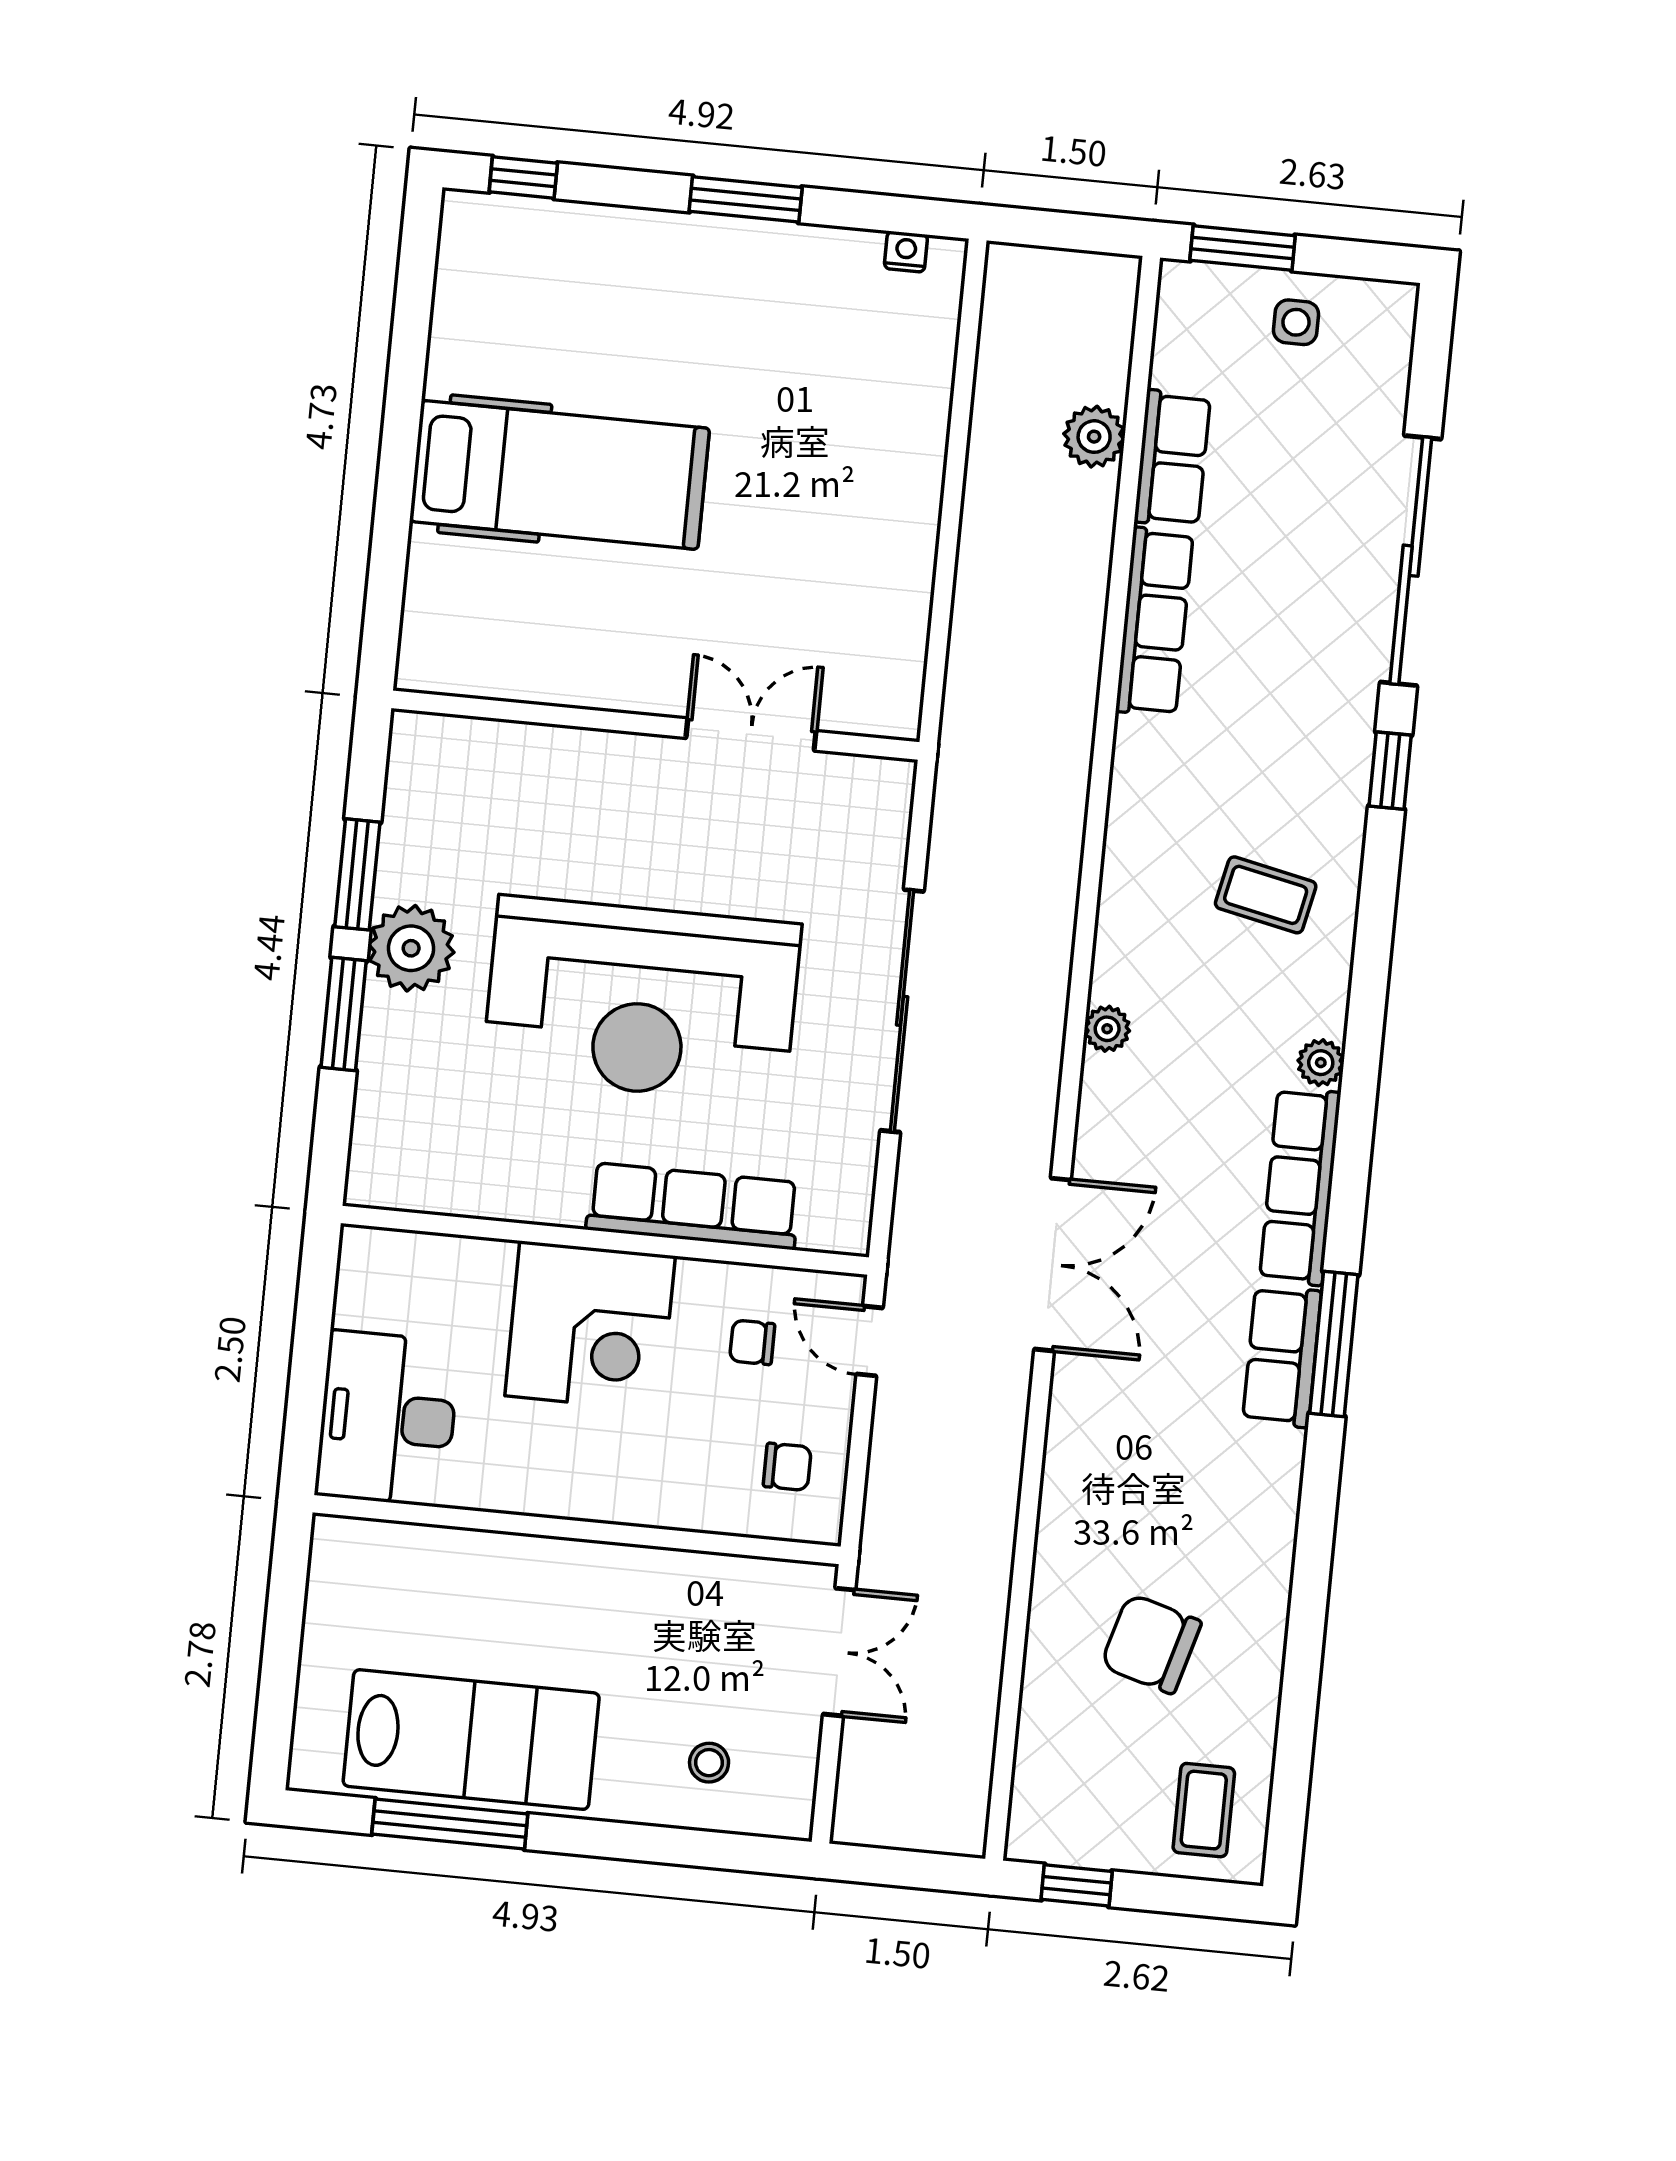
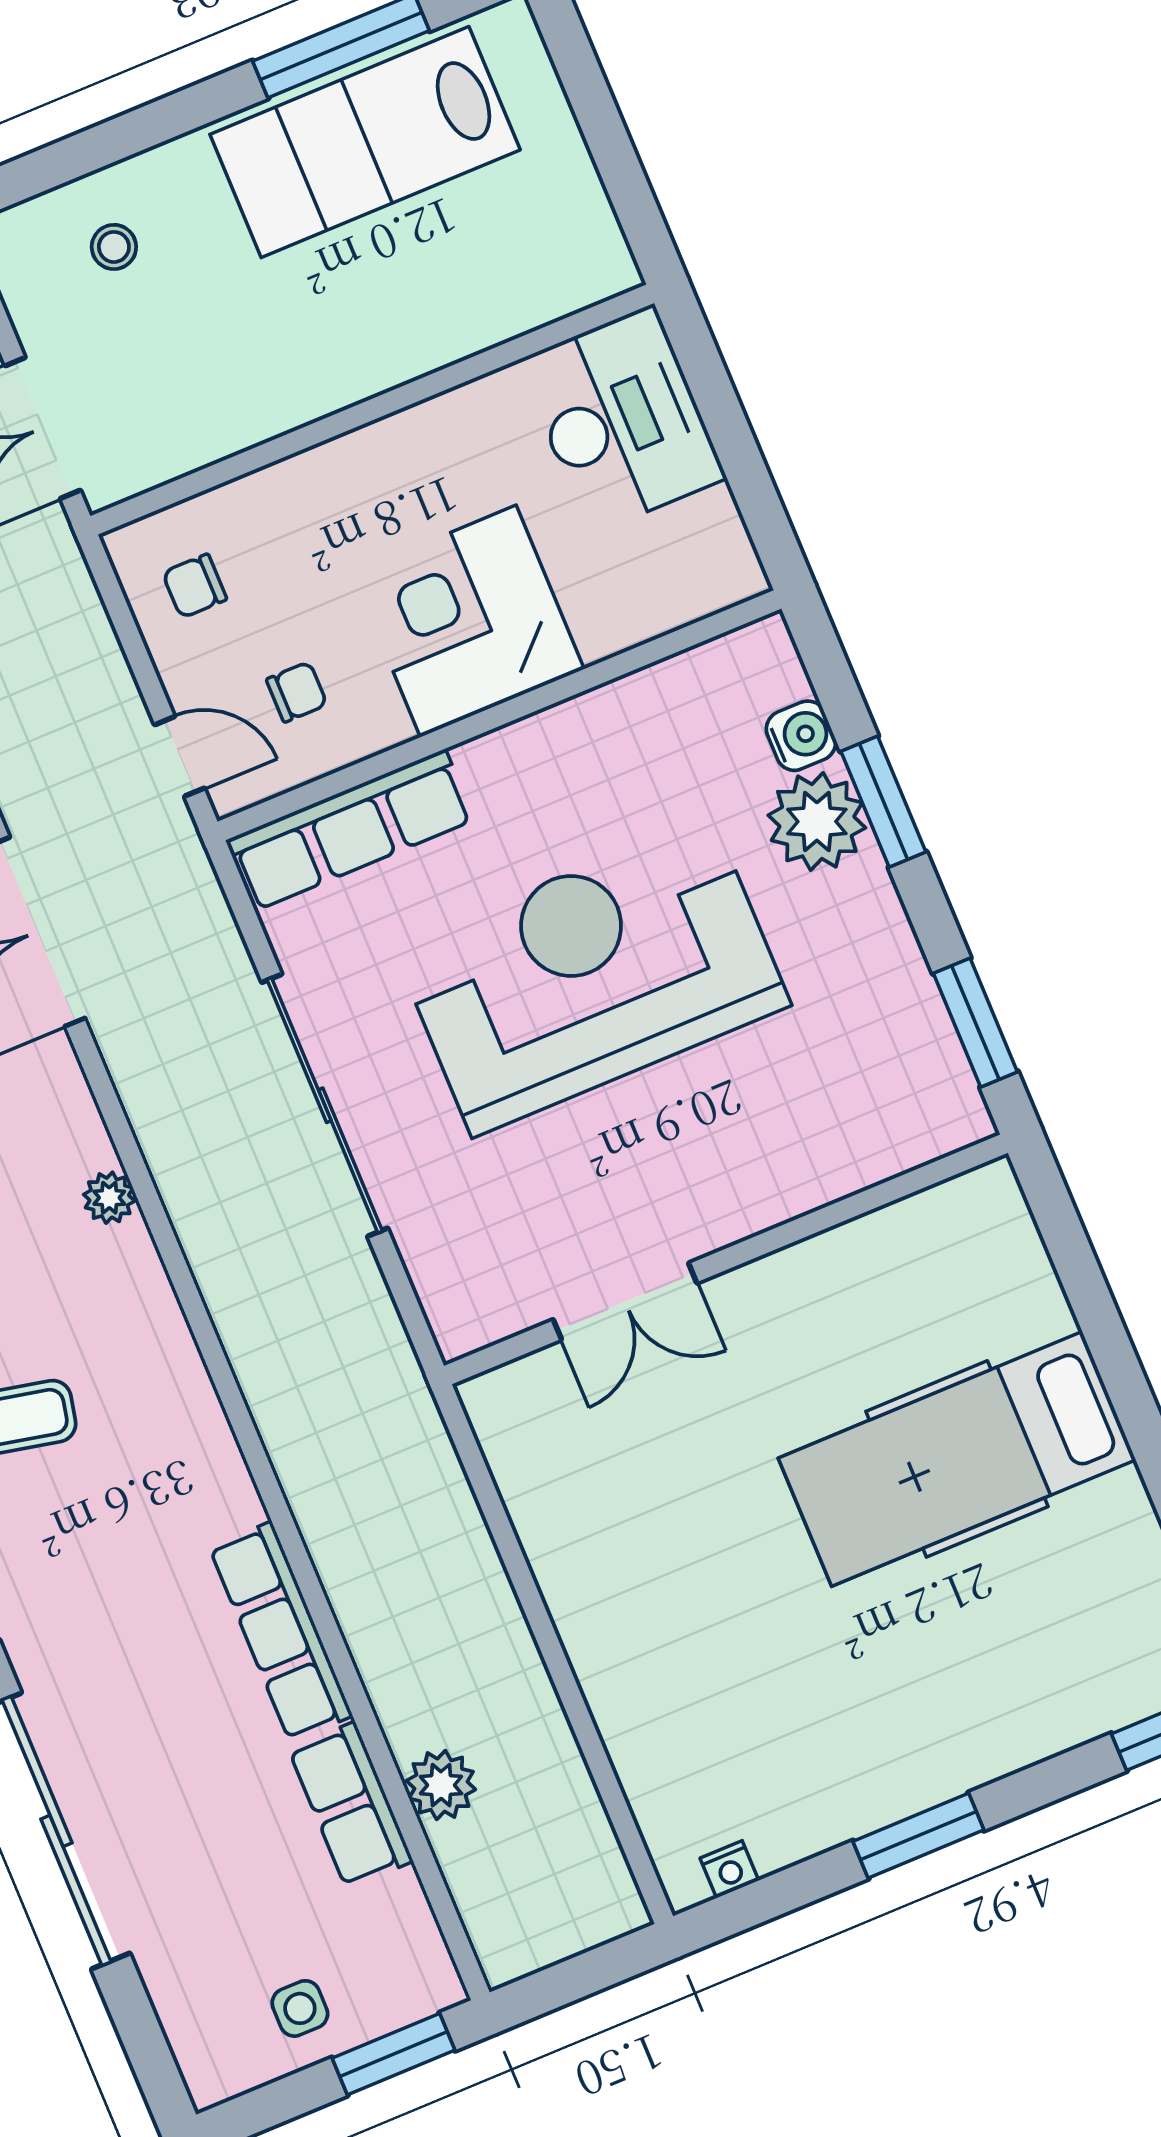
window: (357, 874) -> (975, 1023), moved
plant: (411, 948) -> (817, 821), moved
water cooler: (380, 1099) -> (801, 736), added
row of seats: (693, 1206) -> (350, 830), moved

